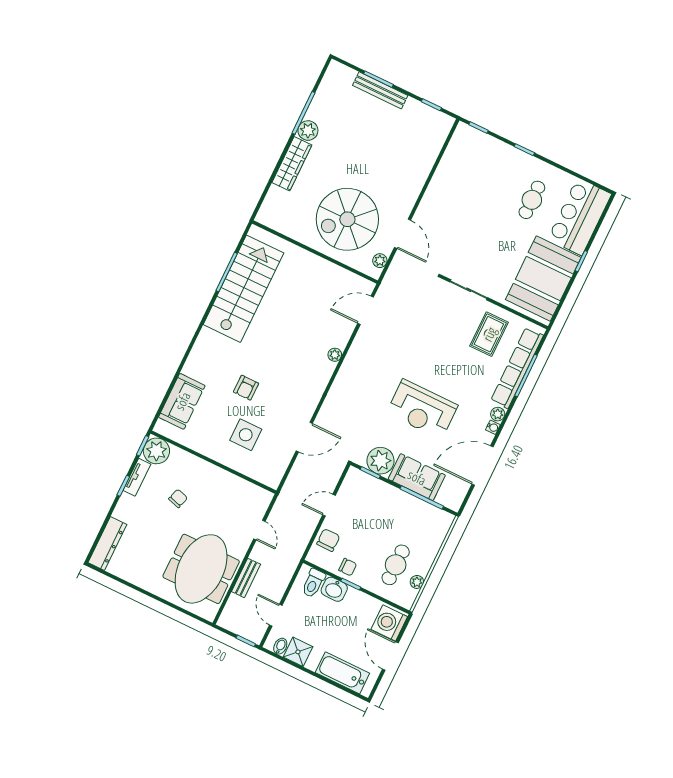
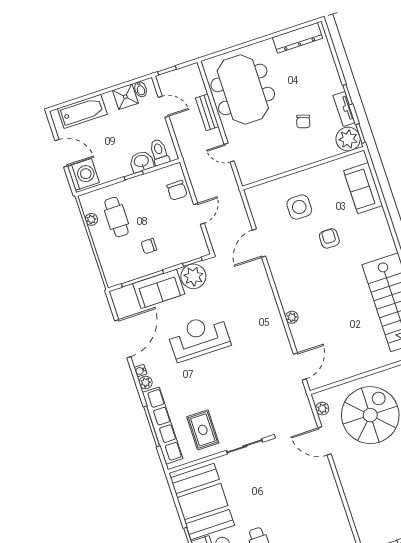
dresser: (107, 544) -> (297, 38), moved, turned -90
chair: (348, 567) -> (149, 246), moved

